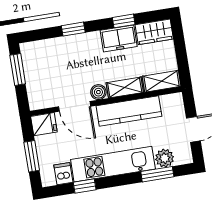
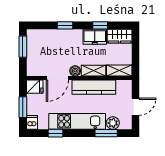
door: (75, 106) -> (57, 78), hinge flipped
dishwasher: (63, 174) -> (32, 122), moved

